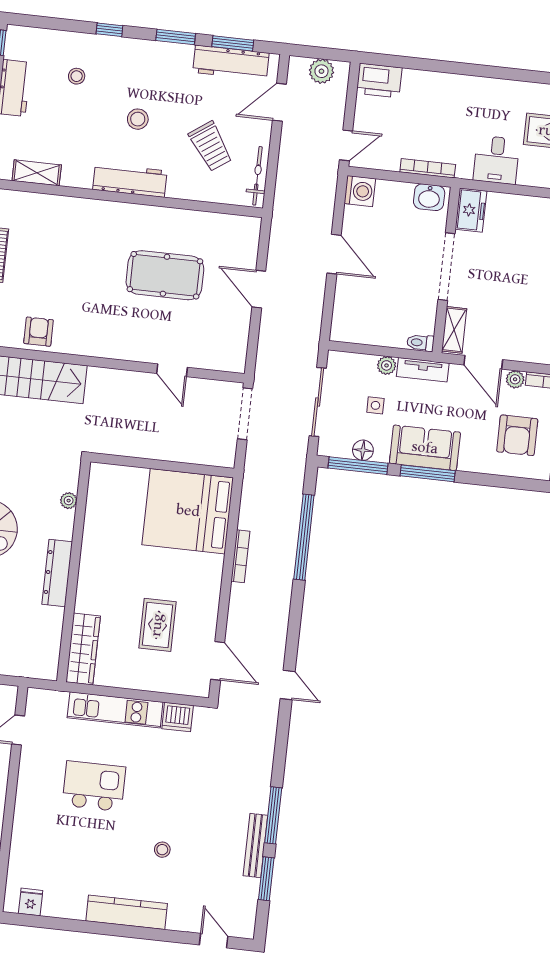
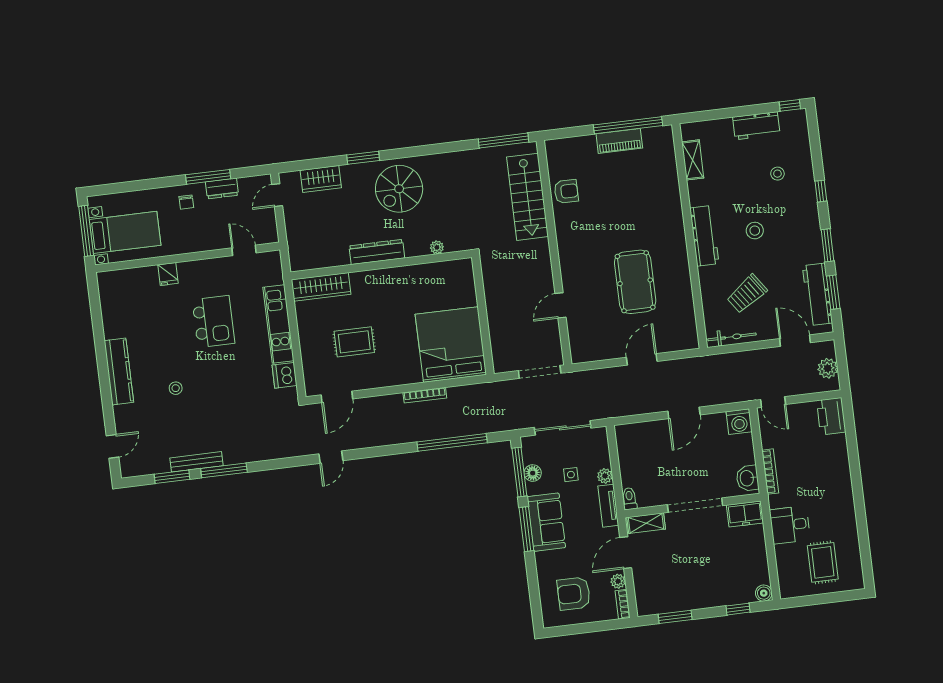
fridge: (31, 902) -> (168, 274), moved, turned 90

